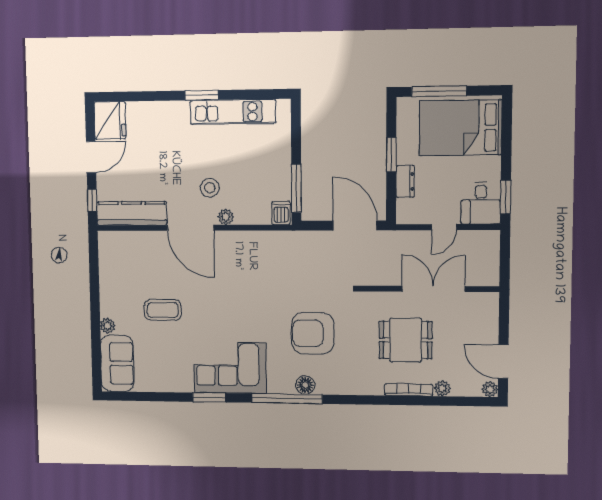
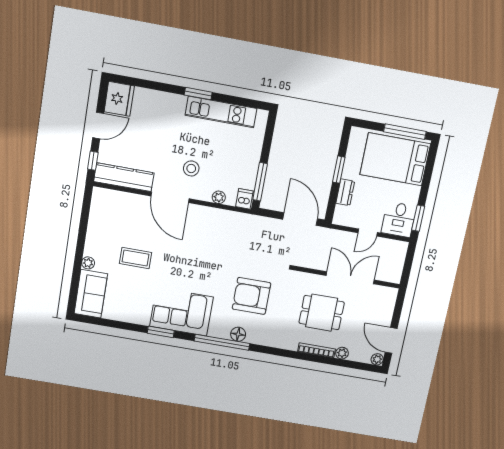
window: (439, 91) -> (405, 132), moved
plant: (226, 217) -> (219, 197), moved

